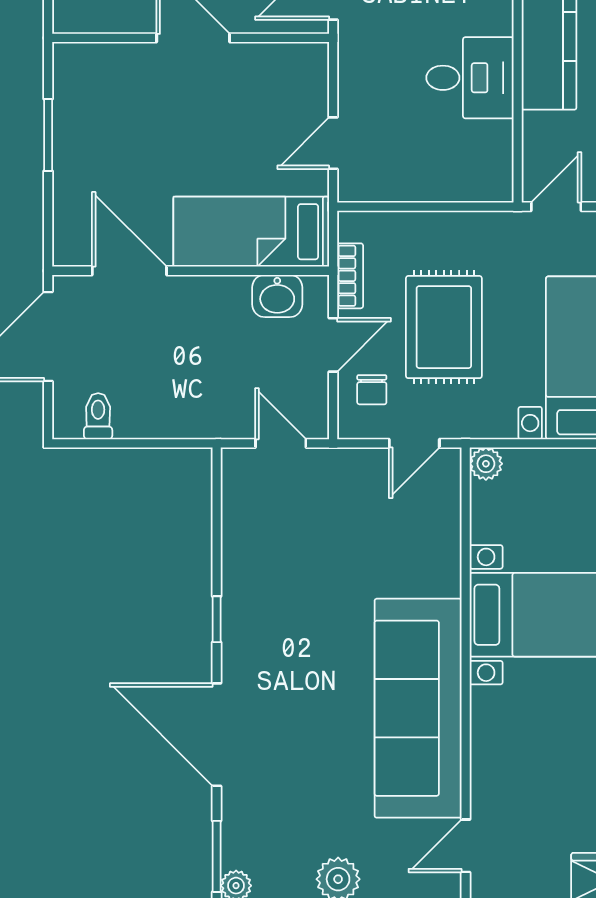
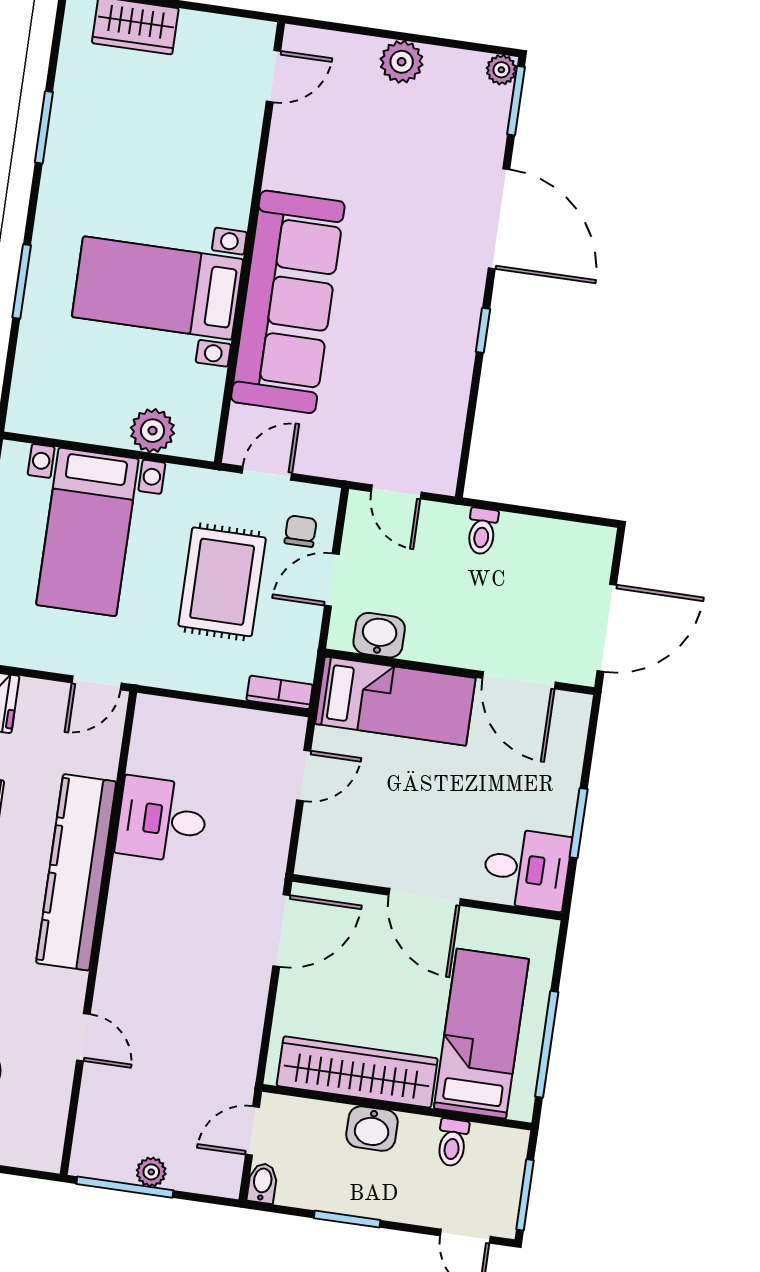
desk: (94, 81) -> (526, 869), added
bookcase: (350, 276) -> (280, 692), moved, turned 90
toilet: (98, 416) -> (482, 531), moved
plant: (486, 464) -> (153, 431), moved, width x1.38, depth x1.38
sofa: (418, 708) -> (288, 302), moved

